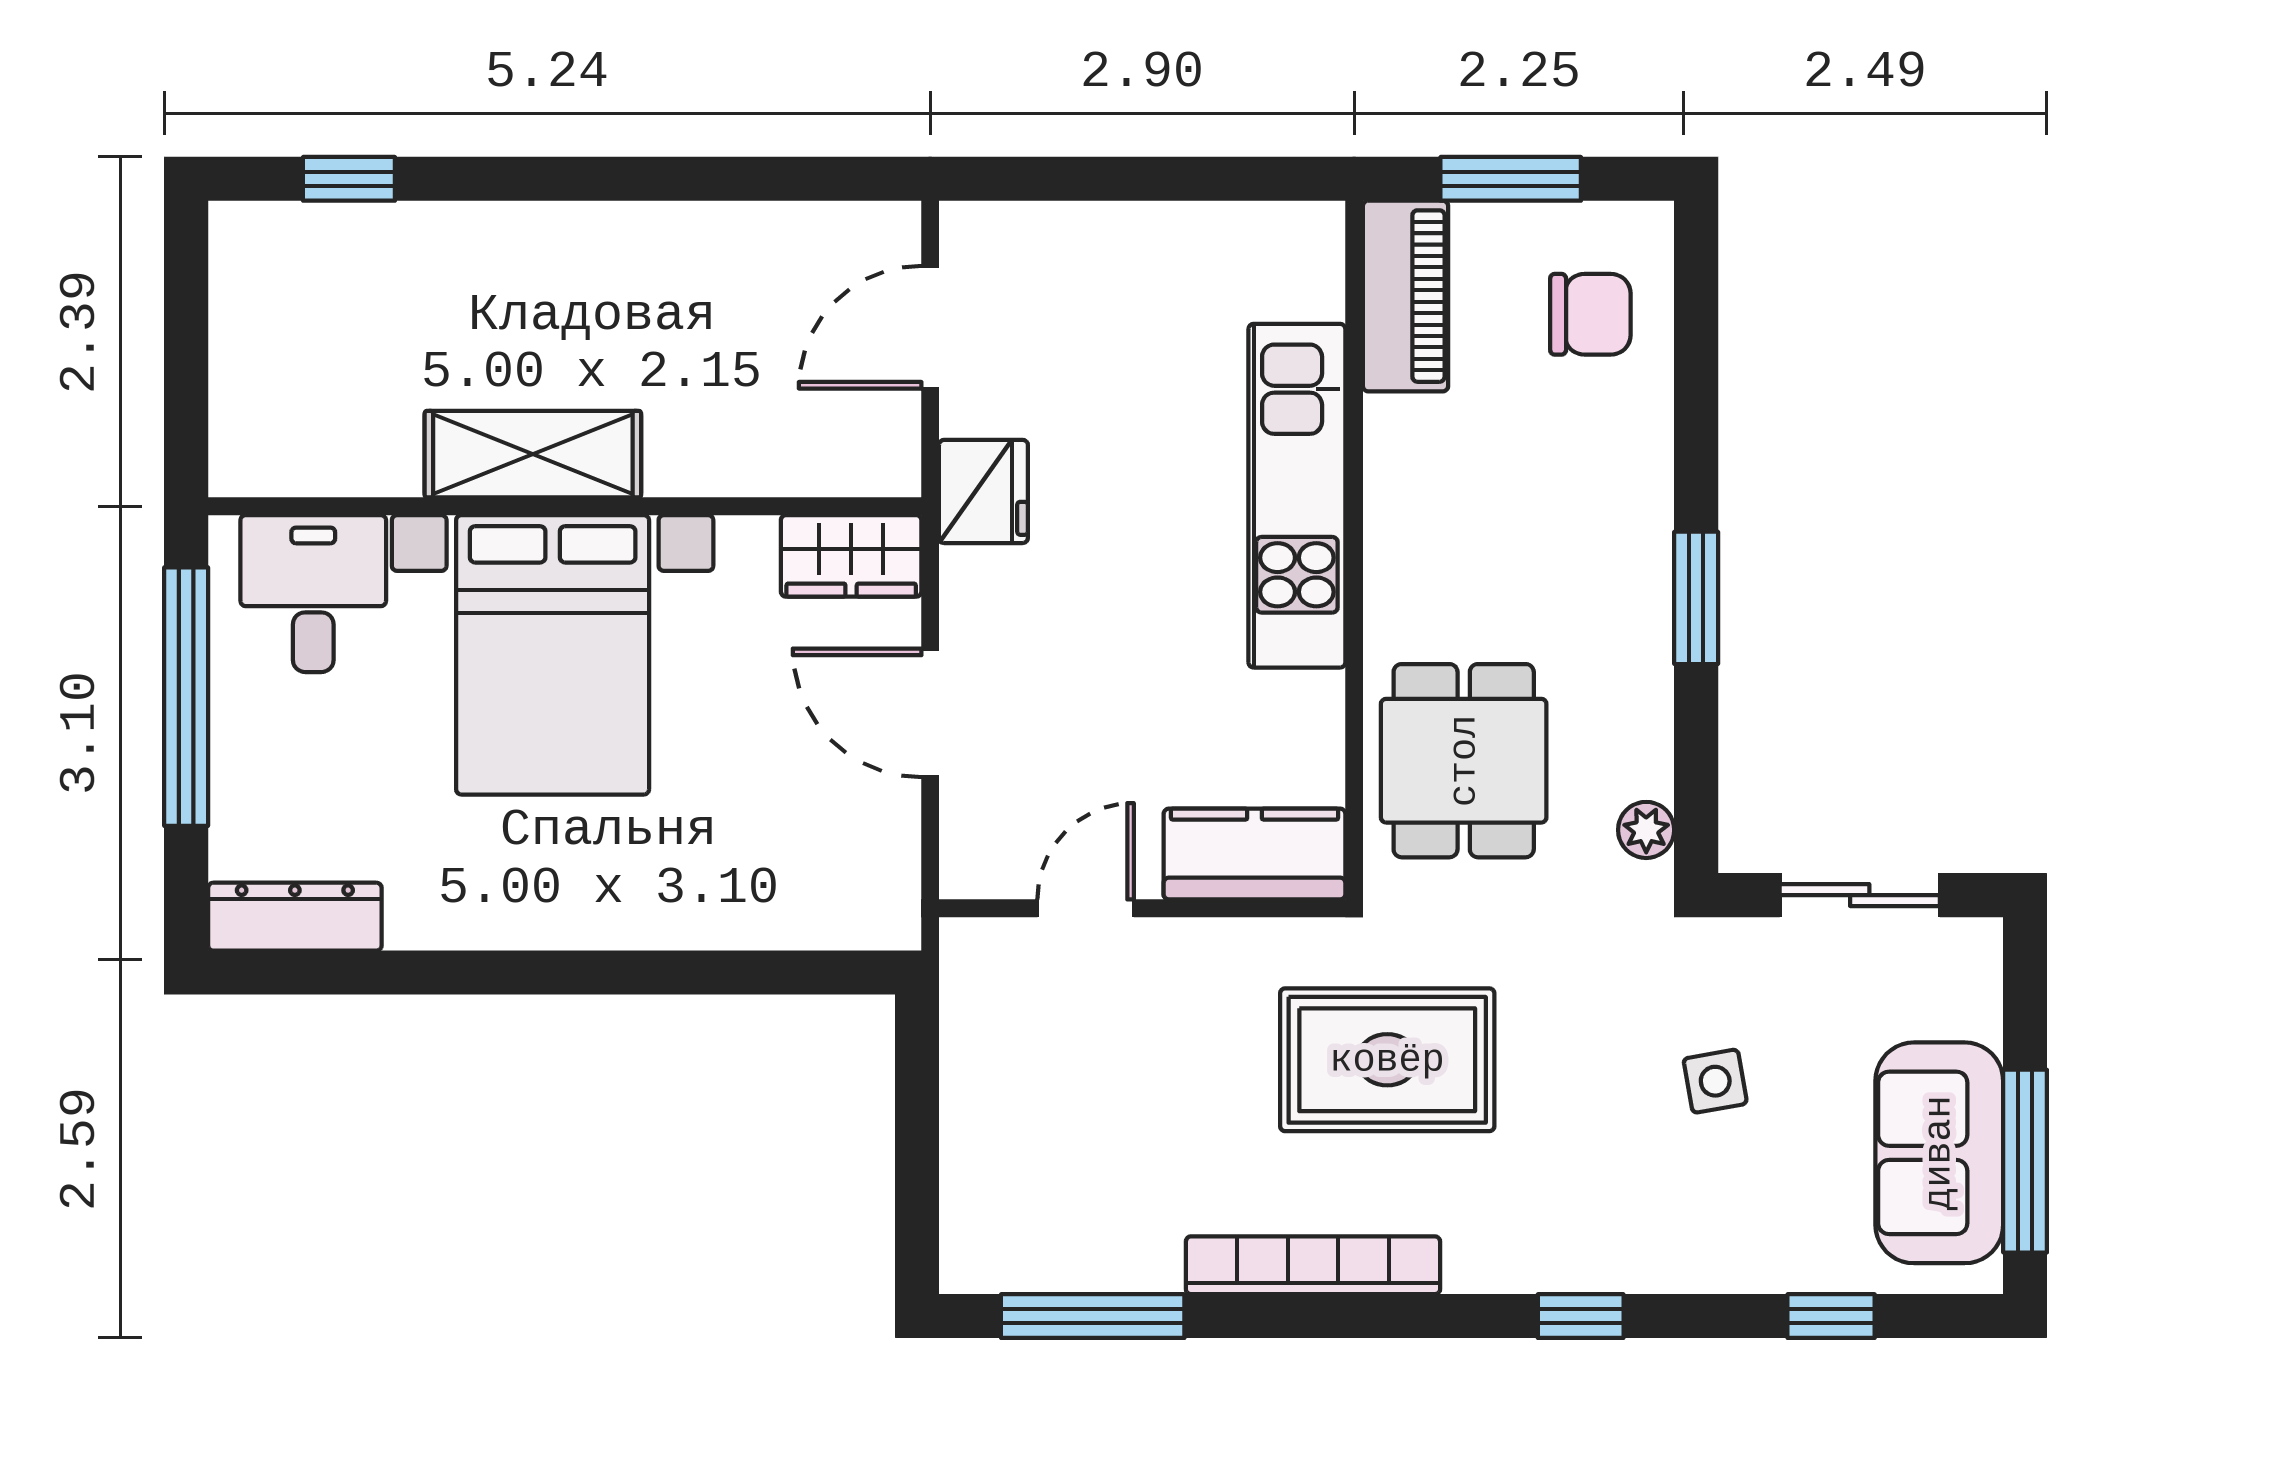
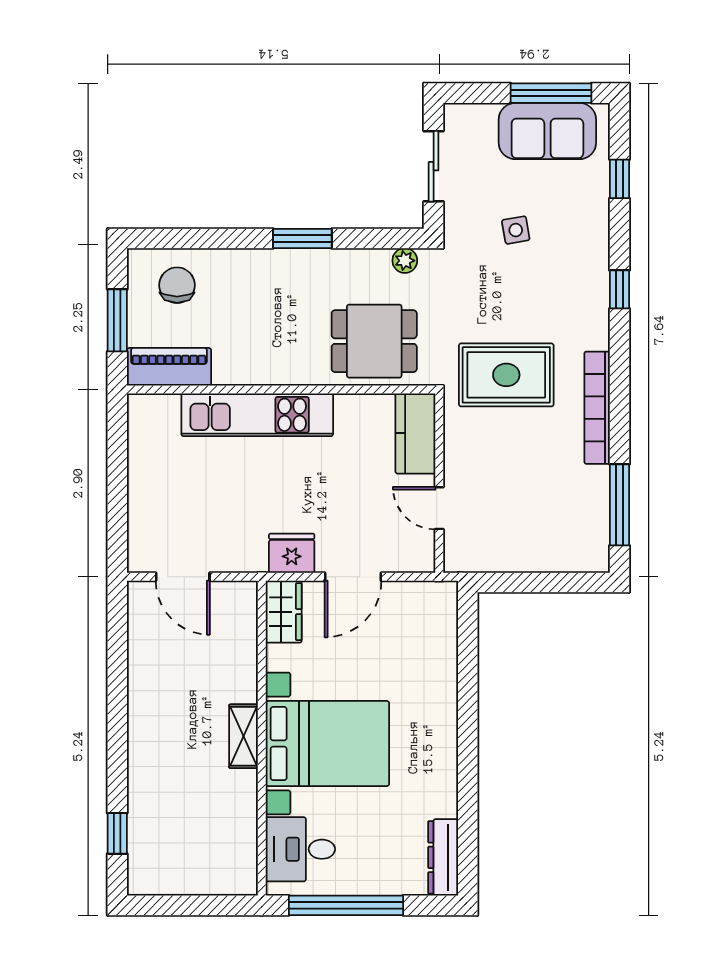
shelving: (533, 454) -> (244, 736), width x0.67, depth x0.75
fridge: (983, 491) -> (292, 553), moved
rug: (1387, 1060) -> (506, 375), turned 90

